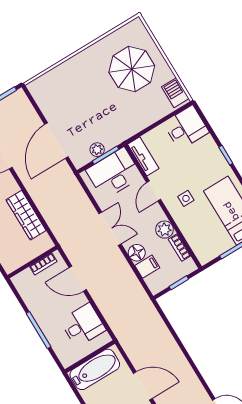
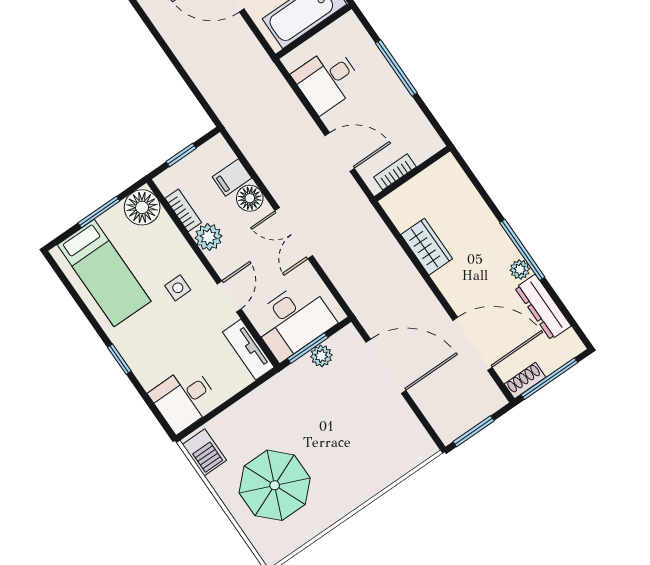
door: (56, 141) -> (386, 366), hinge flipped
wardrobe: (26, 215) -> (427, 247), width x0.67
floor lamp: (206, 251) -> (142, 207), added

